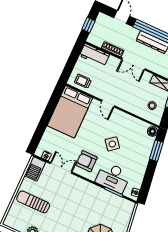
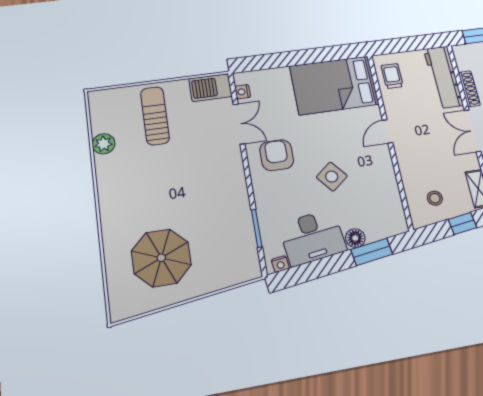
workbench: (94, 55) -> (443, 77), width x1.38
floor lamp: (152, 131) -> (355, 238), moved
desk: (113, 178) -> (312, 237), moved, turned -98

